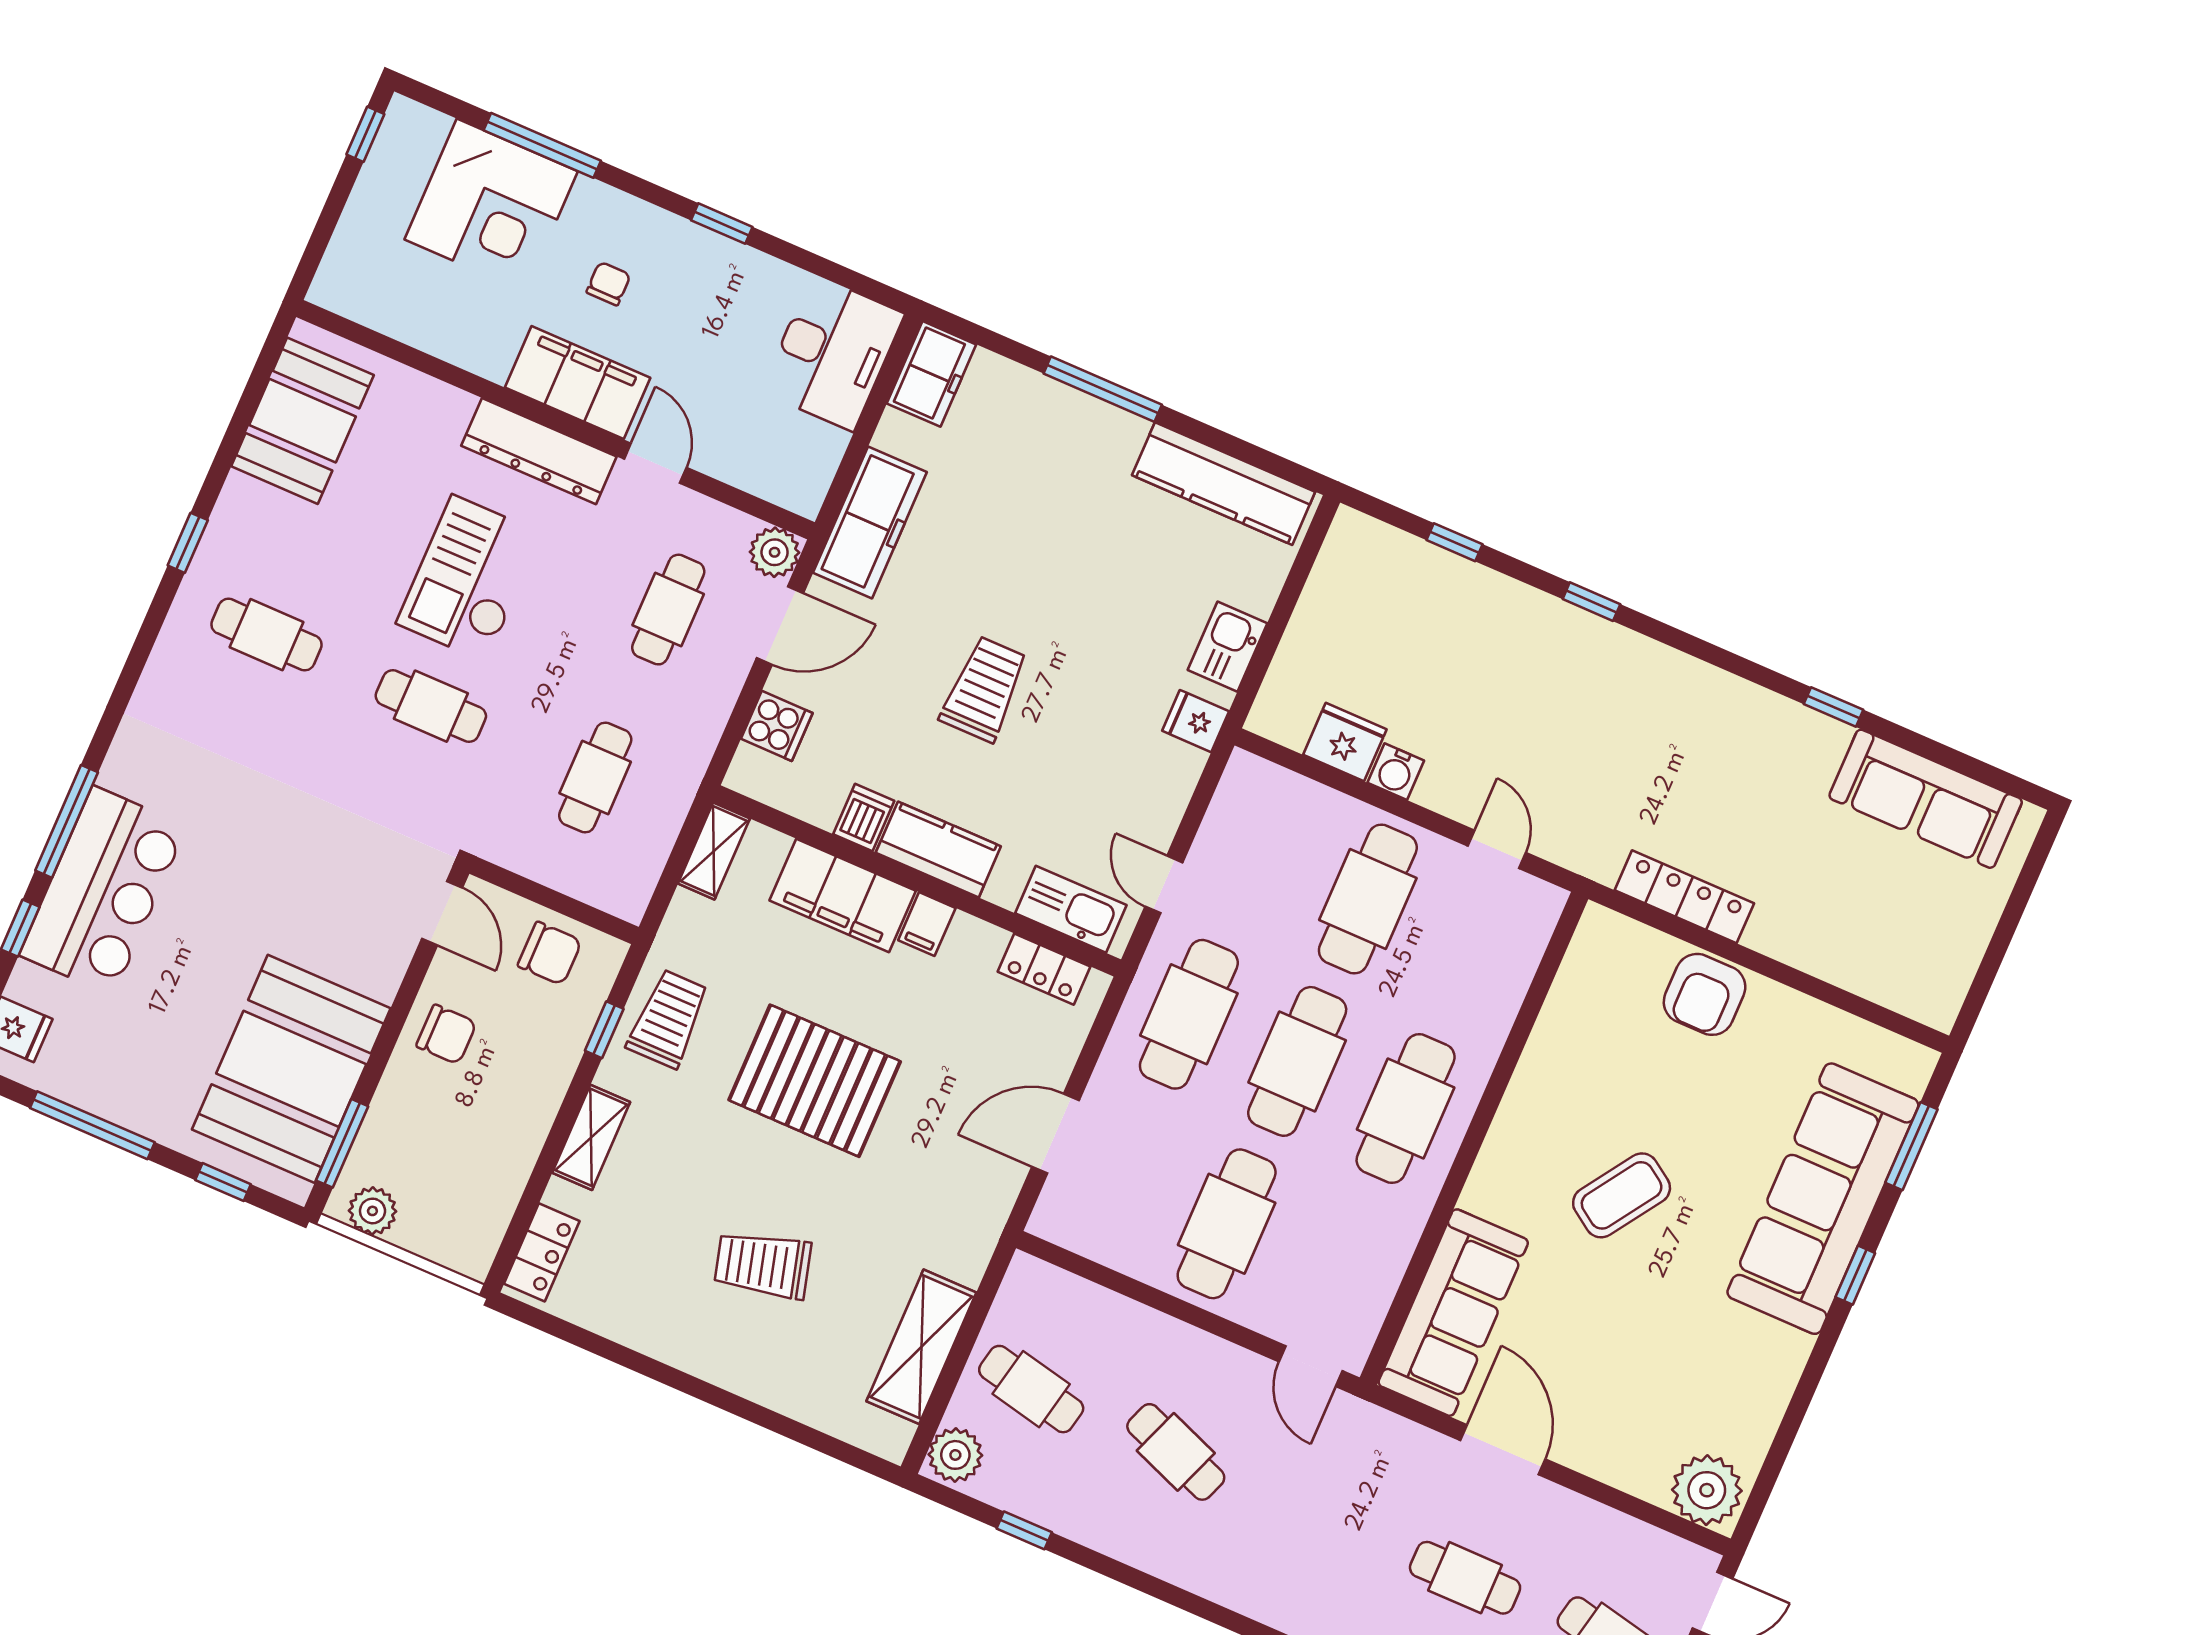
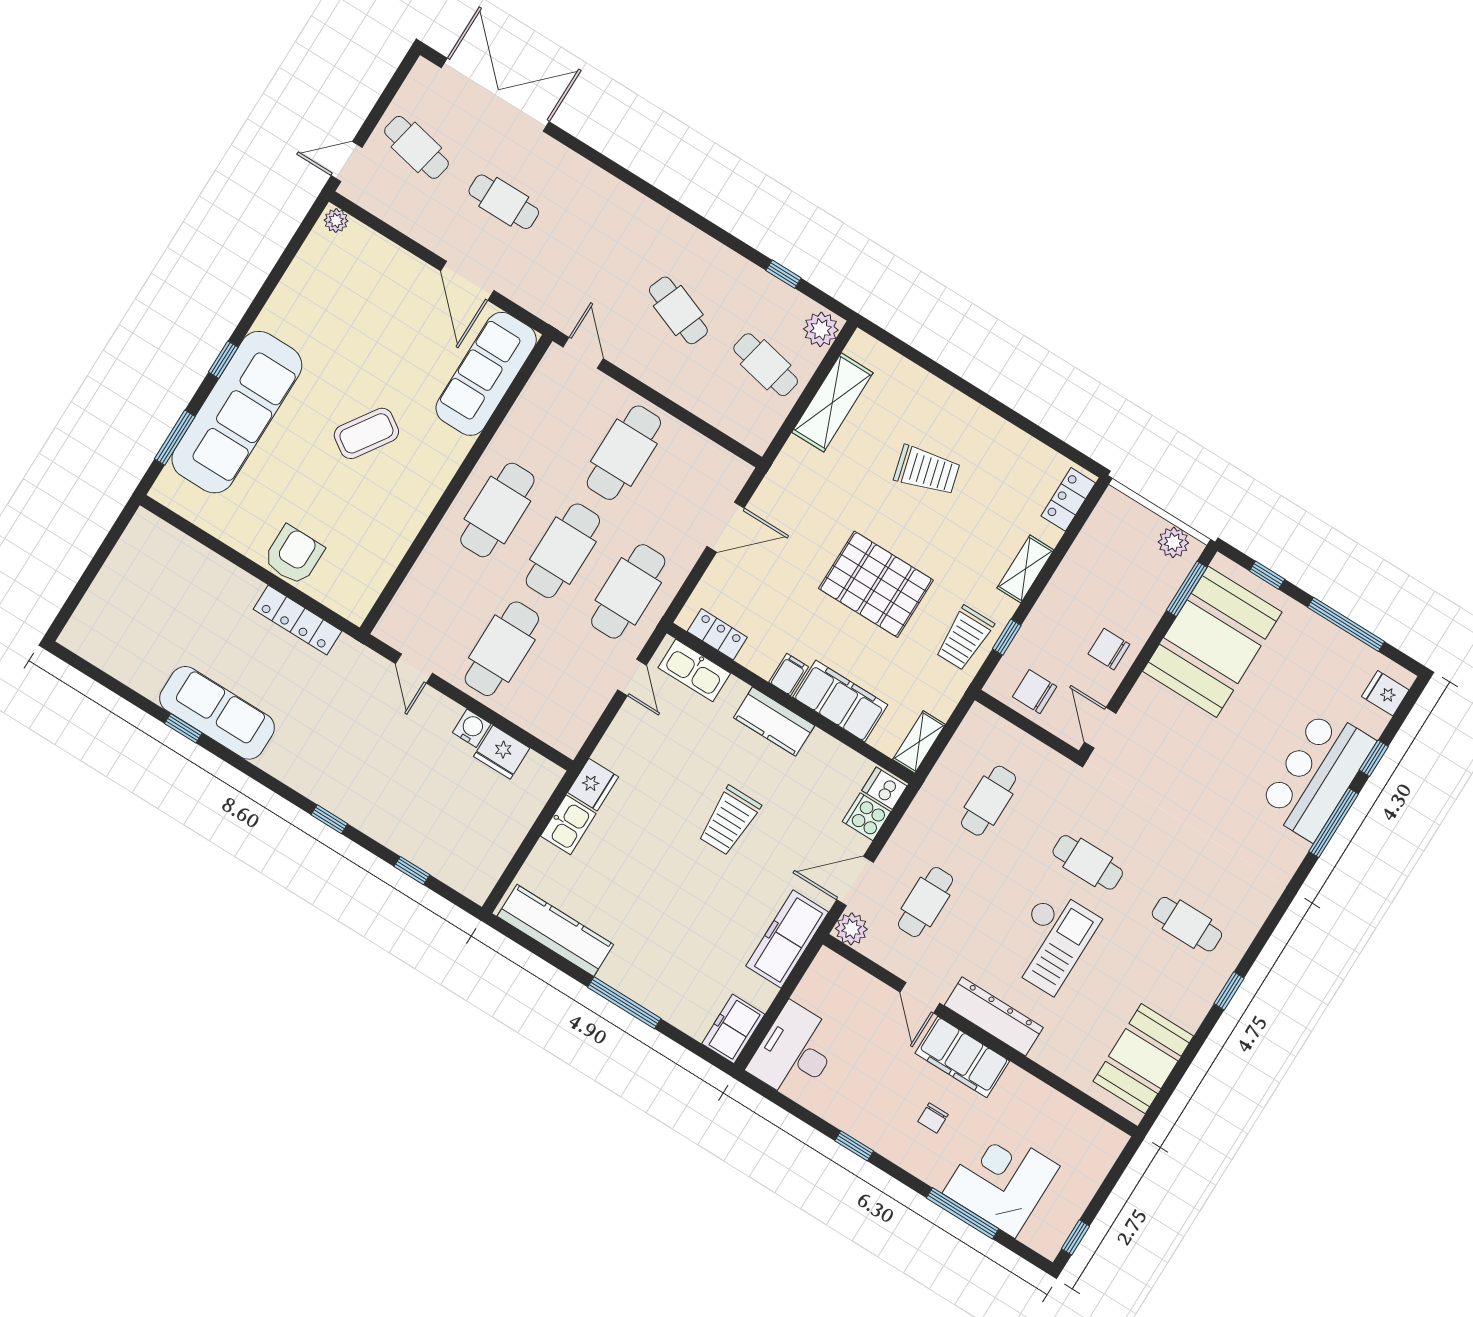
fridge: (1196, 721) -> (593, 785), width x1.38
sofa: (1926, 799) -> (217, 713), moved
dishwasher: (864, 818) -> (884, 788), moved, turned 90
plant: (1707, 1490) -> (336, 221), width x0.53, depth x0.53

